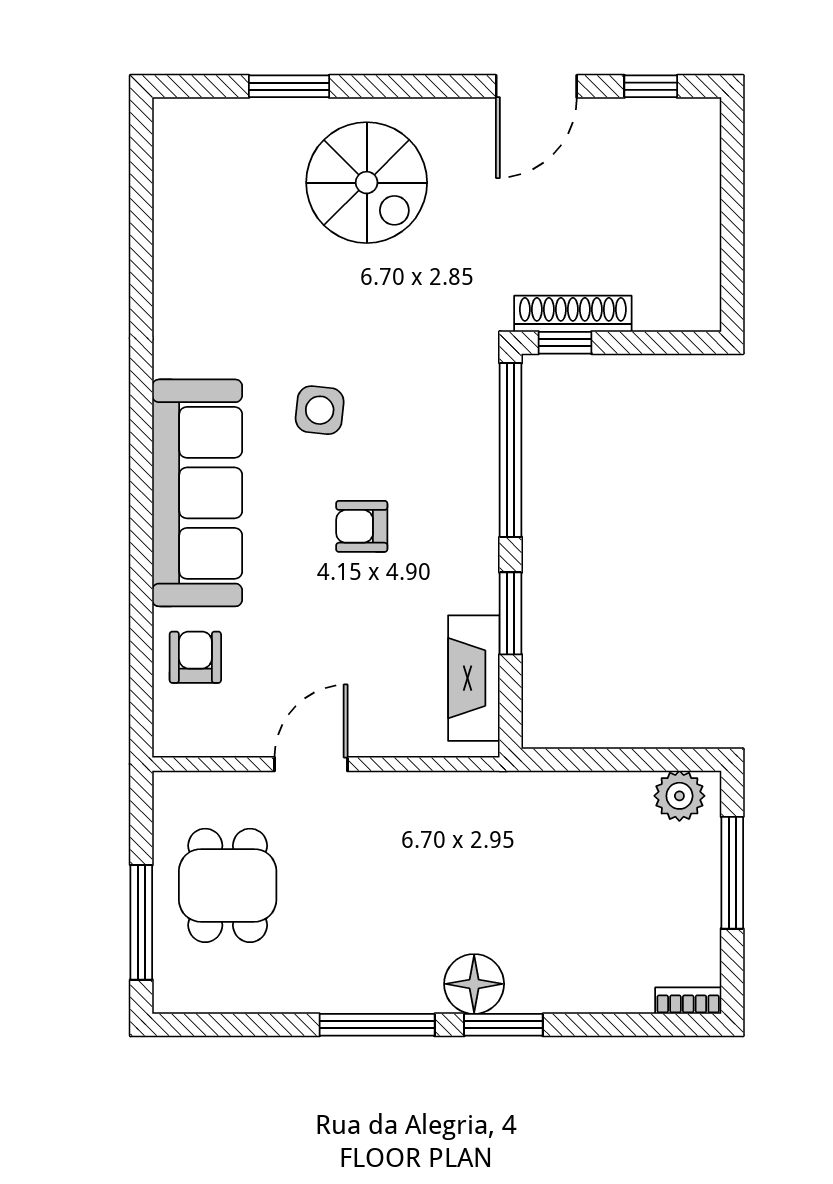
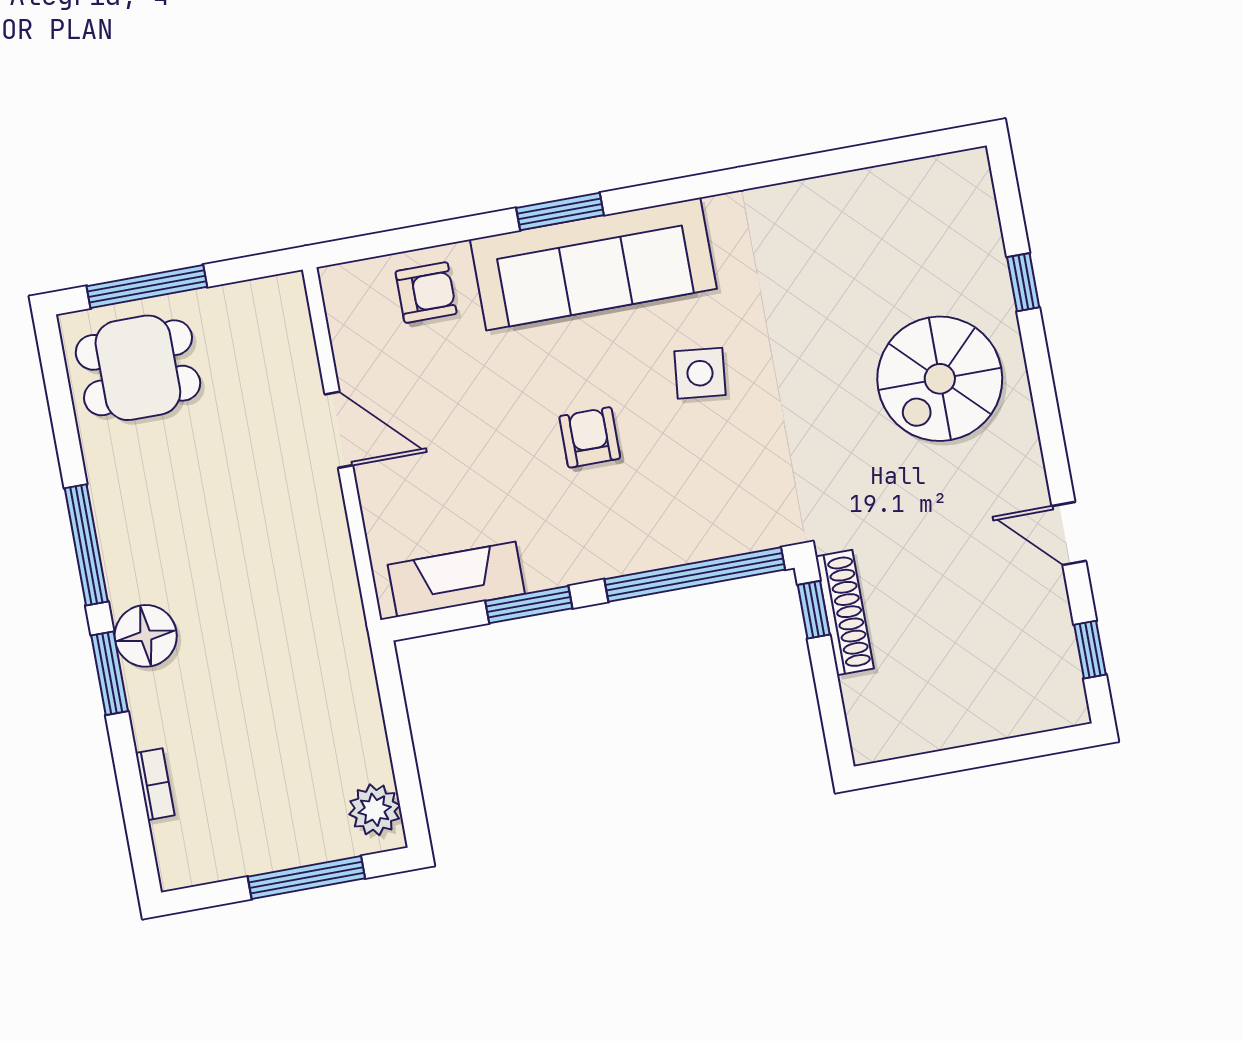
window: (289, 86) -> (1023, 282), width x0.67
door: (536, 86) -> (1069, 534), width x0.73
window: (141, 516) -> (560, 211), added
dining table: (228, 885) -> (138, 368), moved
bookcase: (688, 1001) -> (155, 784), moved

